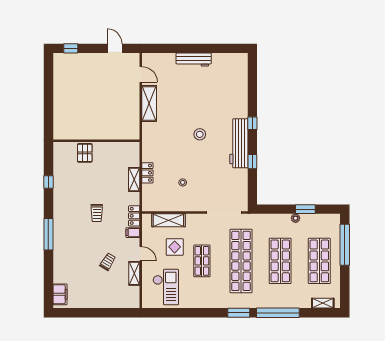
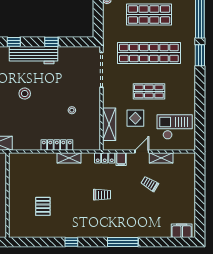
wall: (96, 141) -> (7, 195), moved
pallet: (85, 153) -> (43, 206), turned 90
locker: (147, 173) -> (57, 145), width x1.53

